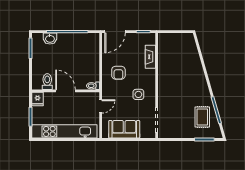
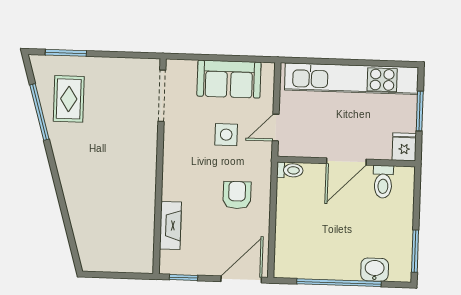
door: (66, 91) -> (346, 161), hinge flipped
side table: (138, 94) -> (226, 135), moved

